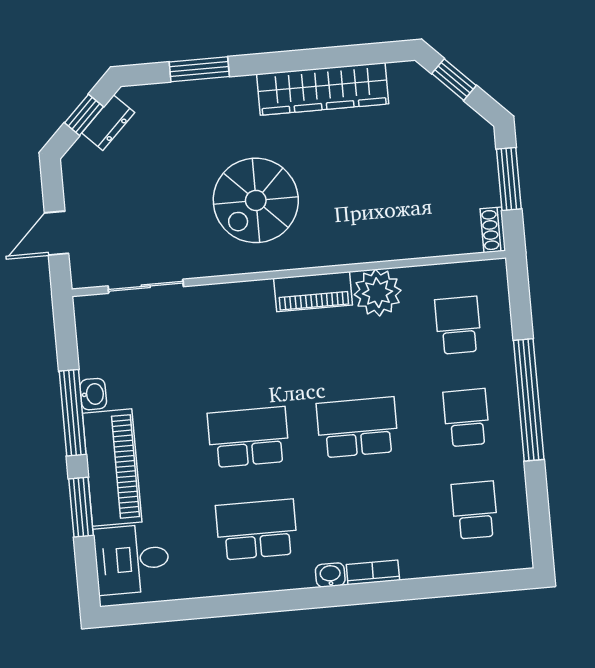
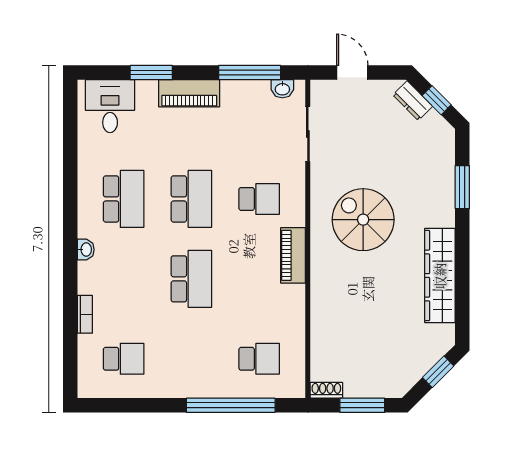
dresser: (108, 123) -> (413, 101), moved
plant: (378, 293) -> (288, 302), removed
washbasin: (93, 394) -> (282, 89), moved
window: (529, 400) -> (231, 405), moved
window: (73, 413) -> (250, 73), moved
school desk: (466, 418) -> (259, 199), moved
piano: (112, 468) -> (189, 93), width x0.73, depth x0.75
bookcase: (373, 572) -> (85, 314), moved

